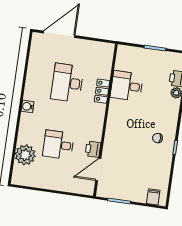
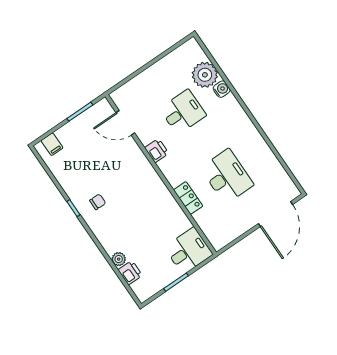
desk: (127, 86) -> (188, 251), moved
water cooler: (28, 106) -> (222, 89), moved
printer: (93, 149) -> (157, 151), moved
door: (98, 170) -> (125, 123), swing flipped

